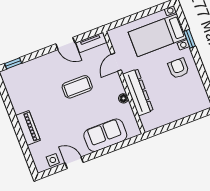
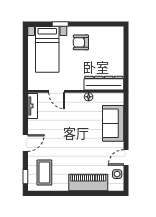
door: (65, 43) -> (25, 143), moved
coffee table: (77, 87) -> (44, 172), moved
dresser: (138, 92) -> (104, 83), moved
piano: (28, 128) -> (88, 182), width x1.37, depth x1.33

